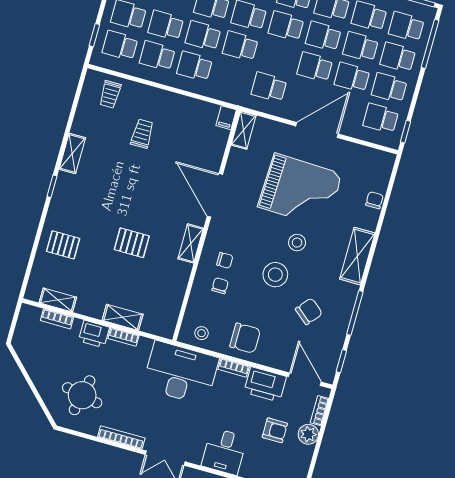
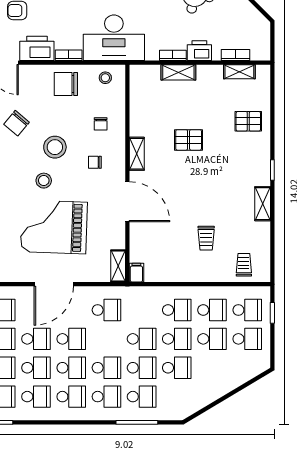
chair: (225, 260) -> (95, 162), moved

